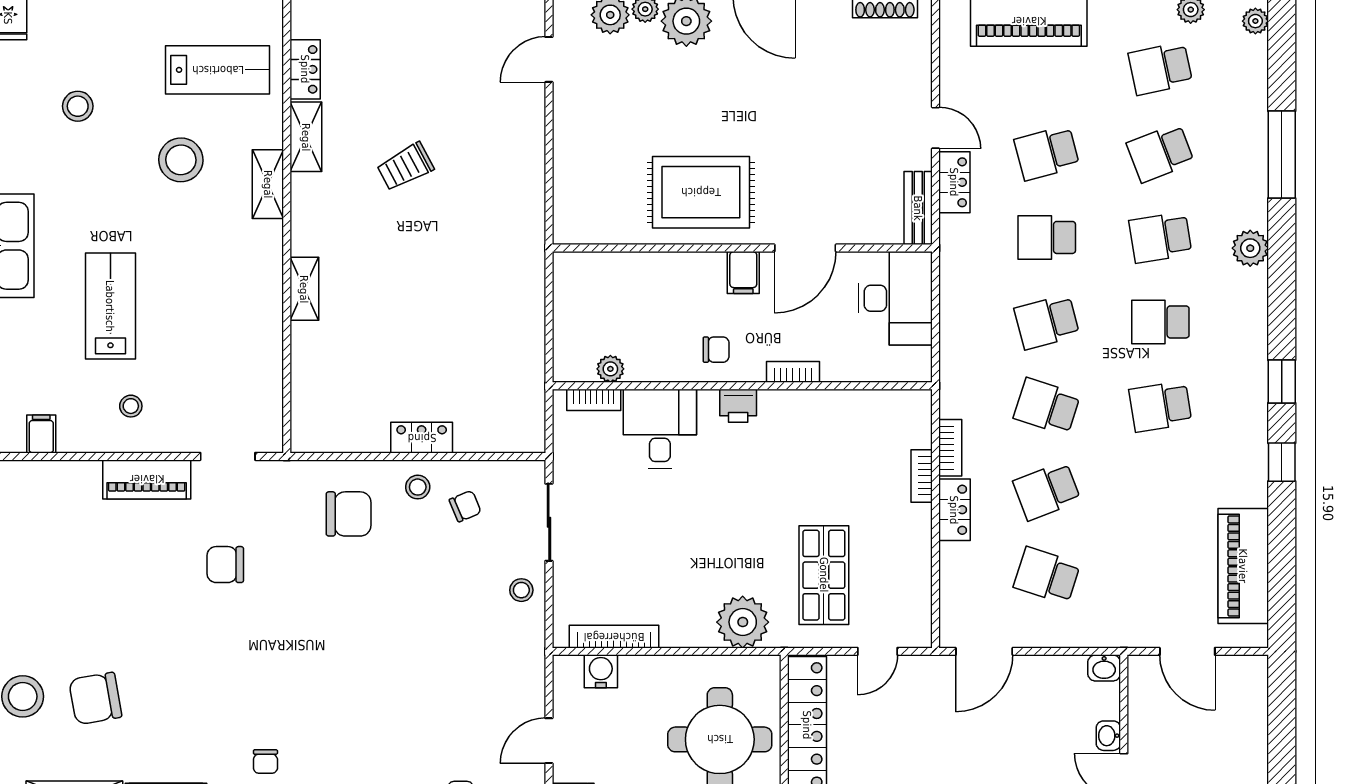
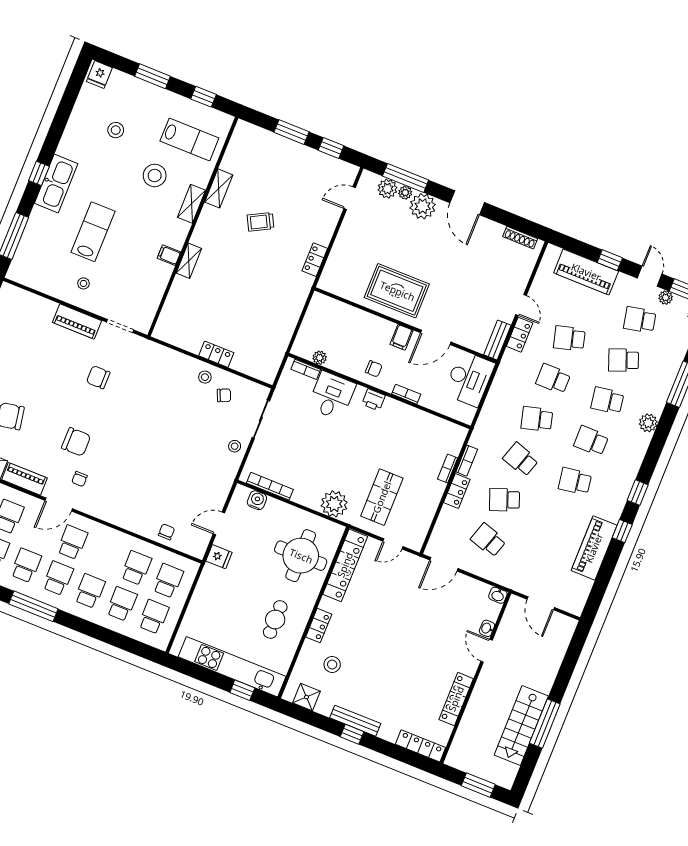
locker: (305, 69) -> (315, 260), moved, turned 180
filing cabinet: (41, 434) -> (169, 255), moved, turned -90
chair: (349, 514) -> (76, 442), moved
piano: (1243, 566) -> (594, 548), moved

